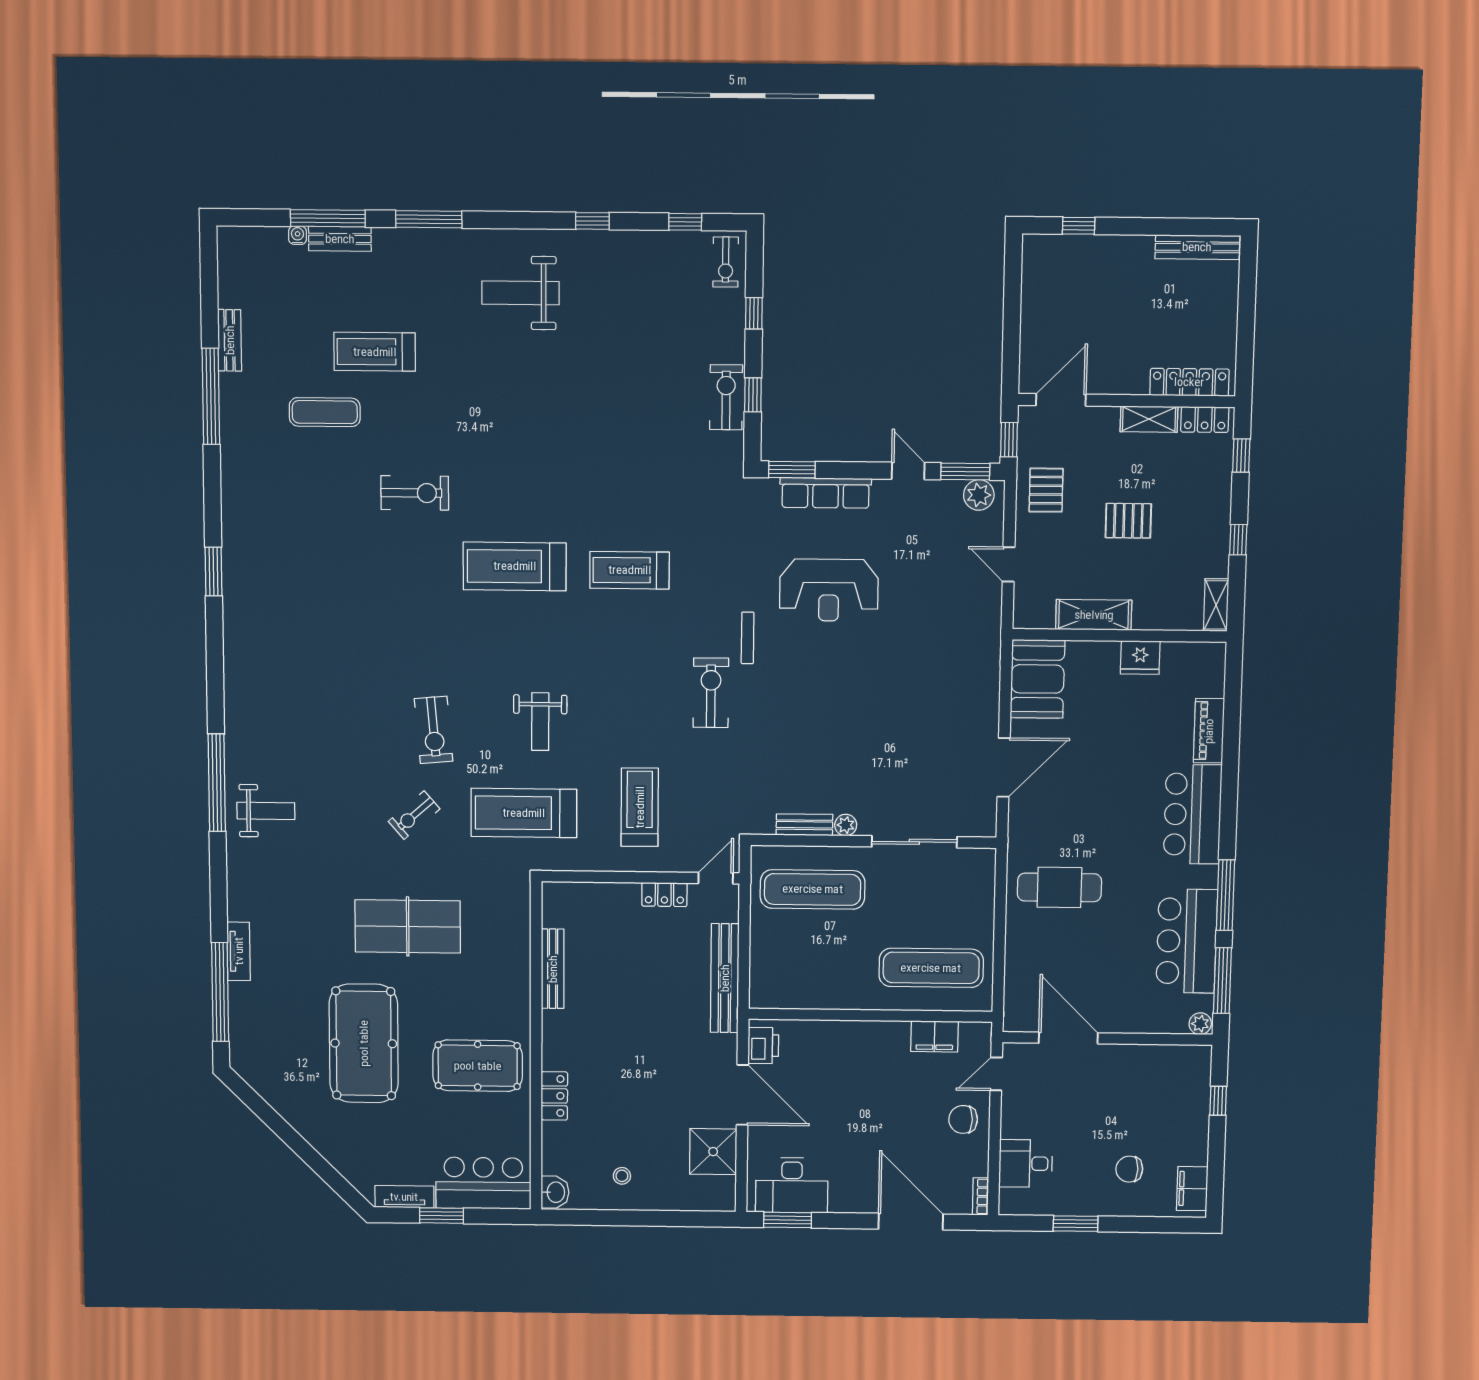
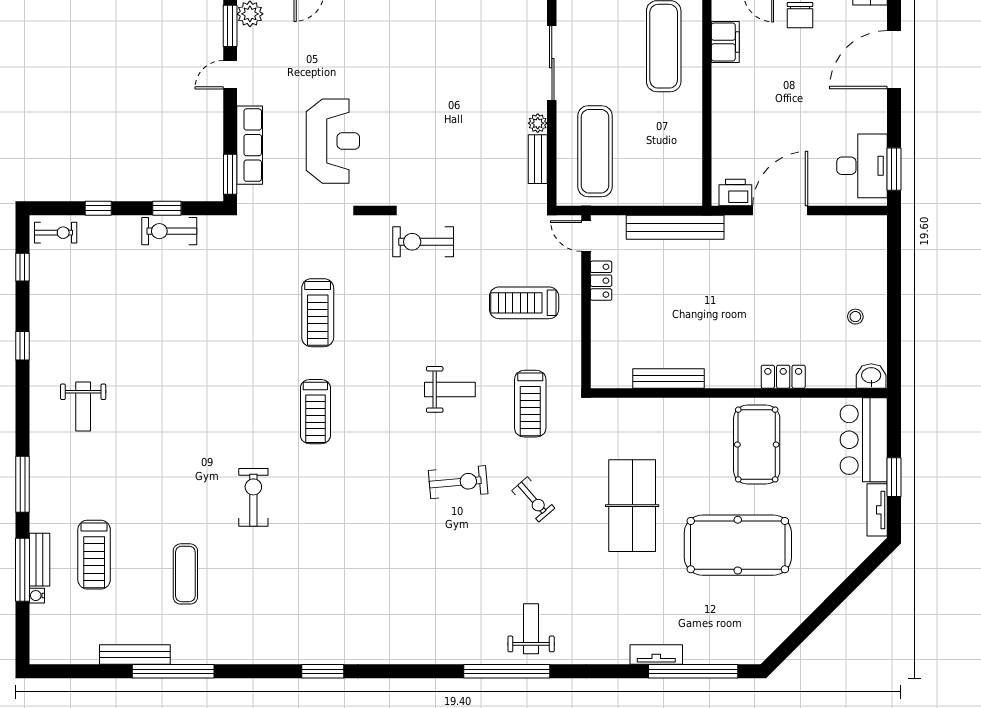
weight bench: (520, 293) -> (83, 407), width x0.73, depth x0.75
bench: (230, 340) -> (135, 655), width x1.36
treadmill: (375, 352) -> (94, 555), moved
treadmill: (515, 566) -> (315, 412), width x0.73, depth x0.73
treadmill: (524, 813) -> (530, 404), width x0.73, depth x0.73
shower: (713, 1152) -> (832, 236), removed

